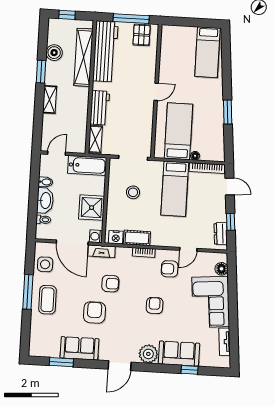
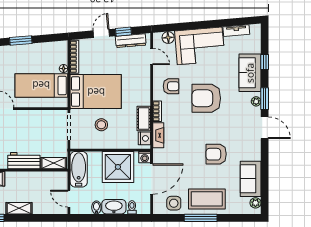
door: (230, 187) -> (101, 34), moved
bed: (175, 189) -> (96, 92), width x1.50
shower: (92, 208) -> (118, 167), width x1.37, depth x1.37
dresser: (221, 234) -> (131, 41), width x1.44
door: (188, 249) -> (152, 56), moved
fireplace: (102, 251) -> (158, 135), moved
armchair: (170, 269) -> (171, 86), turned -90
armchair: (110, 284) -> (188, 141), removed
coffee table: (47, 300) -> (207, 199), width x1.36, depth x1.32
armchair: (155, 305) -> (206, 98), width x1.88, depth x1.88
sofa: (79, 348) -> (251, 179), moved
plant: (40, 351) -> (255, 203), added
plant: (148, 354) -> (256, 101), width x0.53, depth x0.53
window: (61, 362) -> (265, 99), moved

